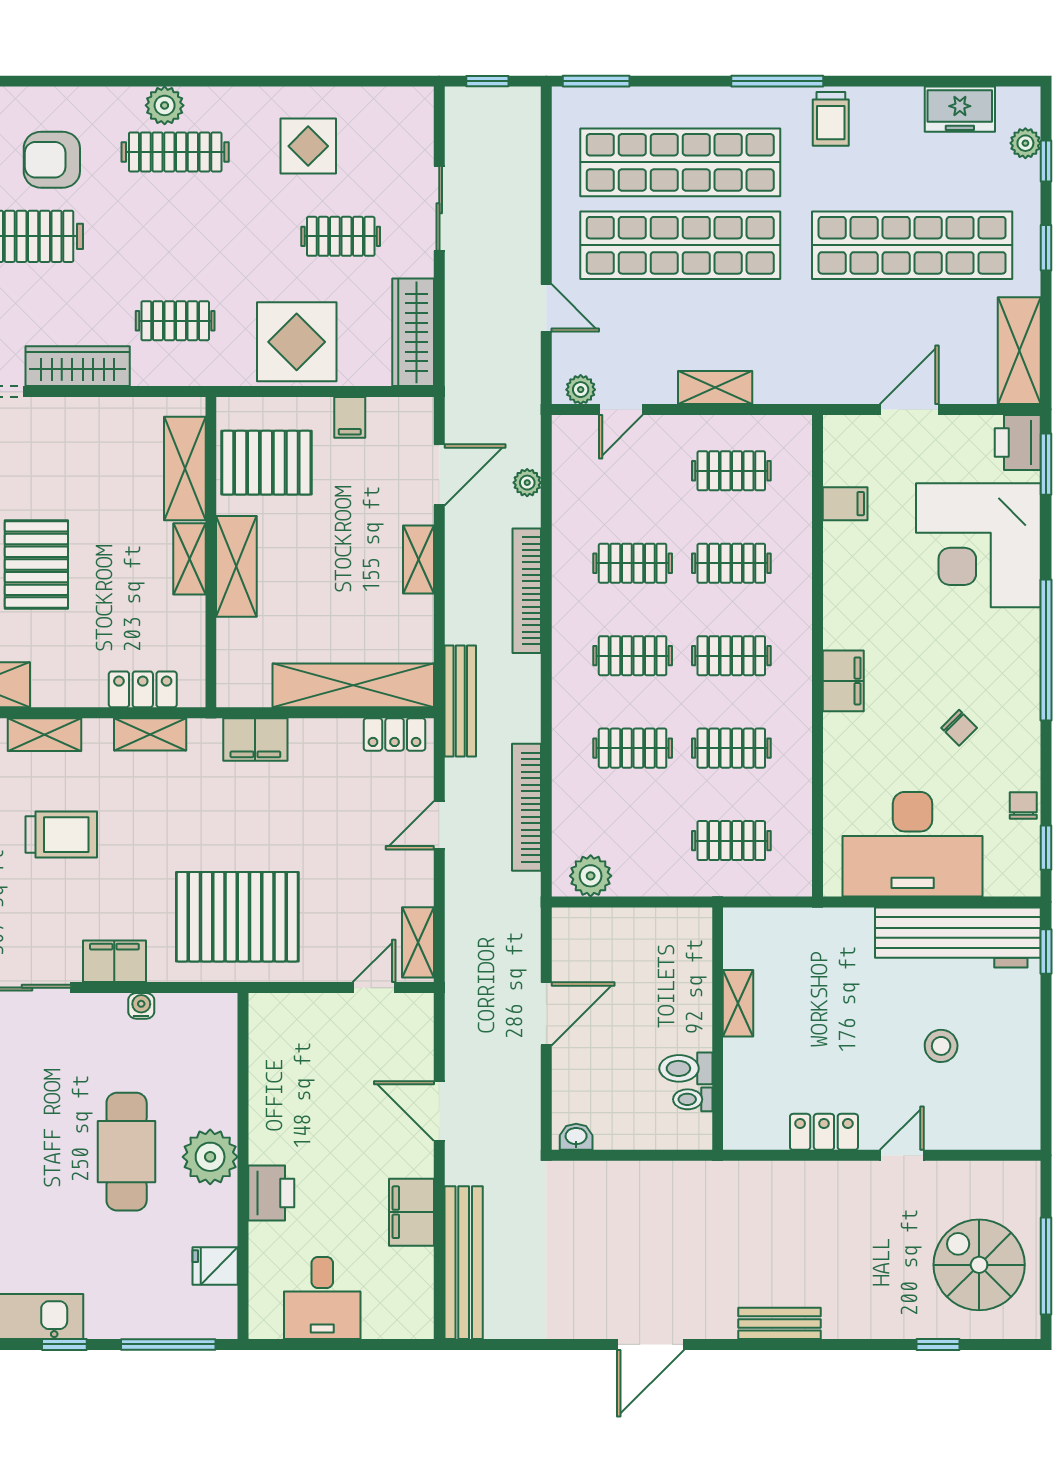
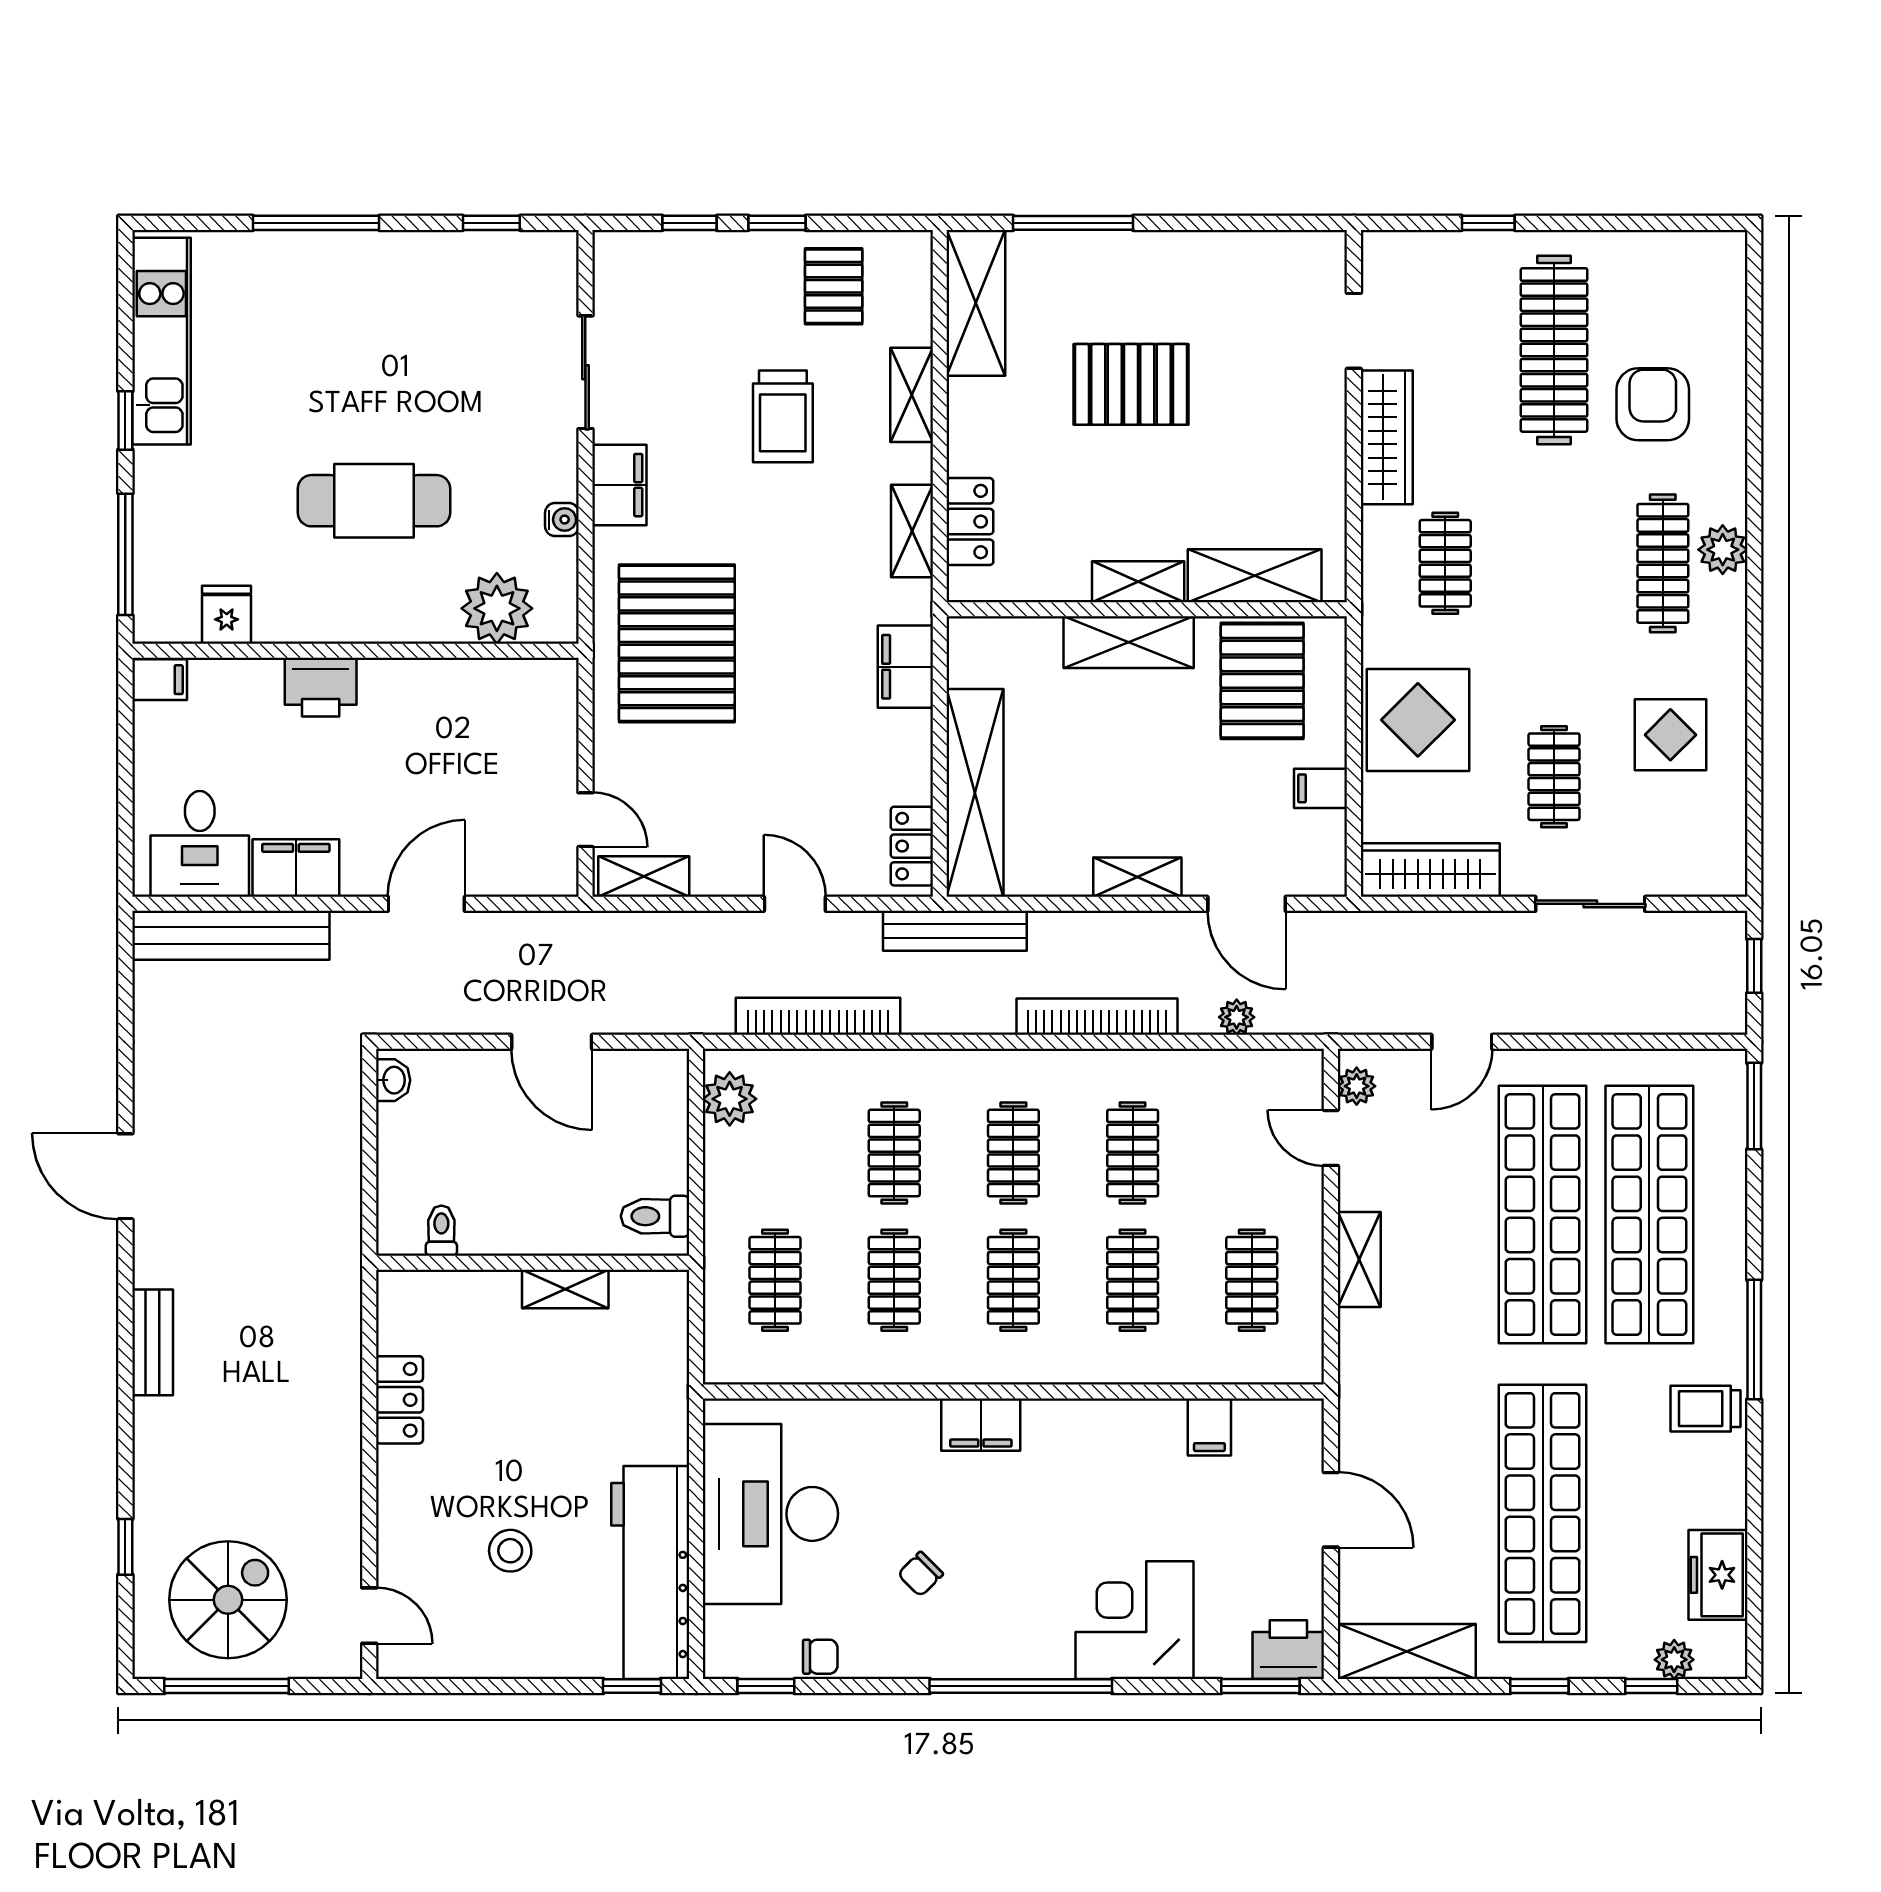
corner desk: (978, 545) -> (1135, 1620), width x0.74, depth x0.74
toilet: (686, 1068) -> (655, 1216), moved, turned -90
door: (902, 1155) -> (369, 1616), moved
plant: (210, 1157) -> (497, 608), moved
desk: (322, 1298) -> (200, 844), moved, turned -90
filing cabinet: (265, 1318) -> (160, 680), added

